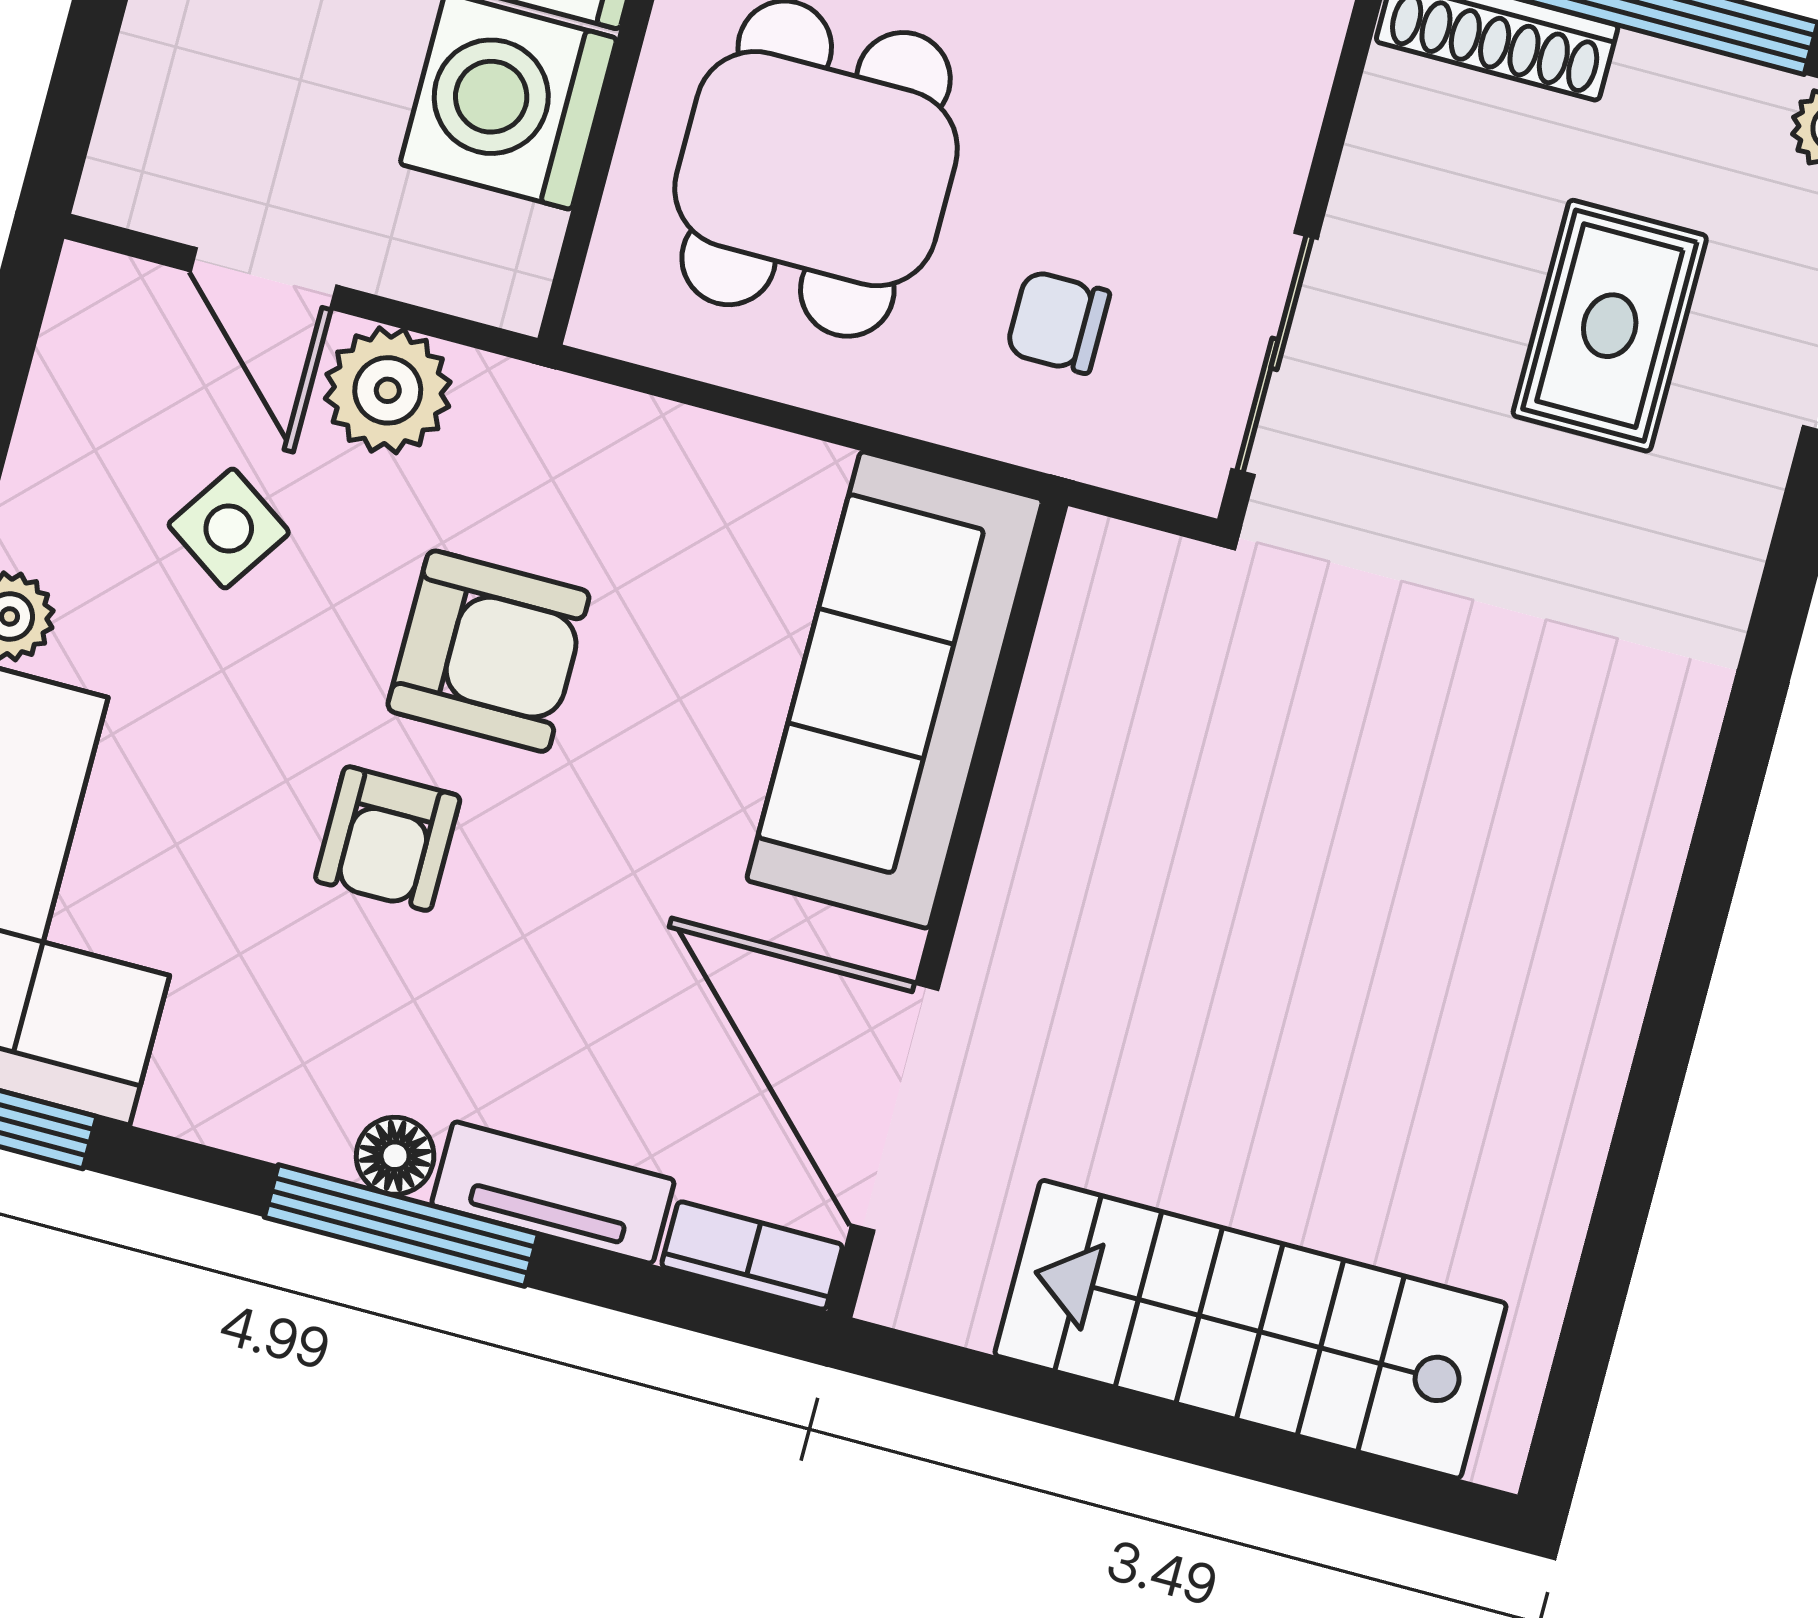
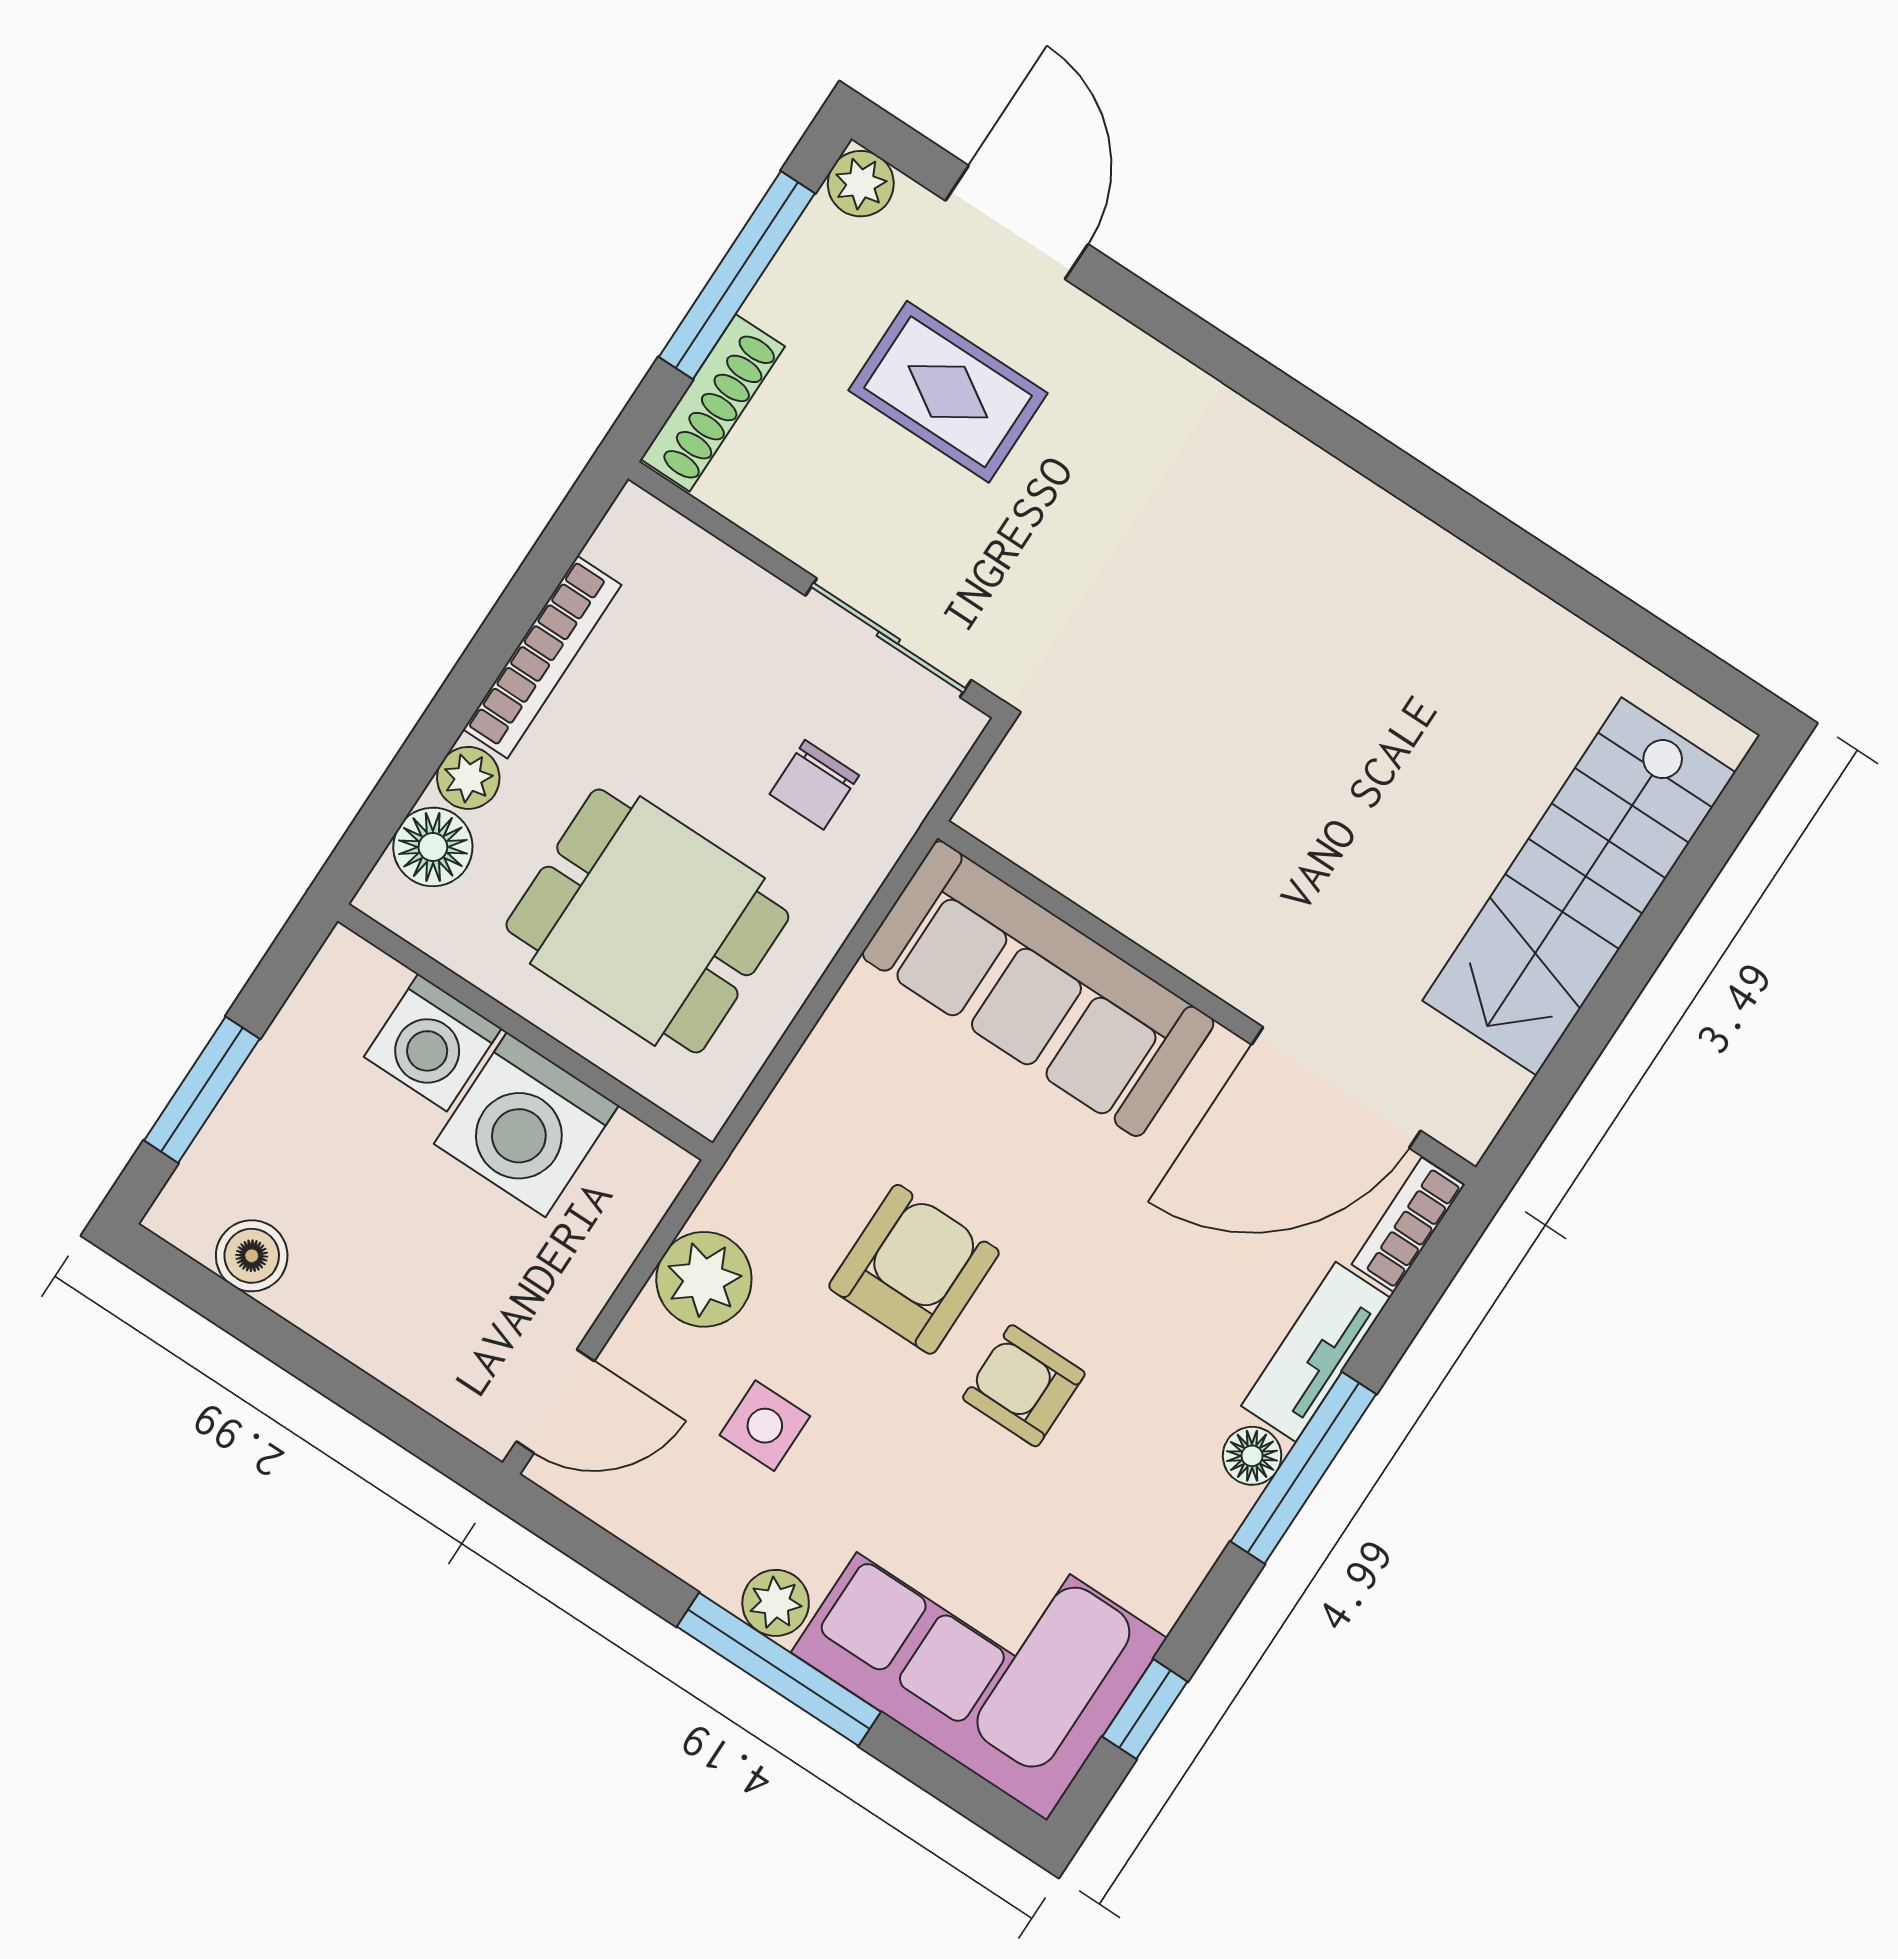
door: (263, 278) -> (555, 1401), moved
side table: (229, 528) -> (765, 1426), turned -34
armchair: (388, 839) -> (1024, 1386), turned 180

